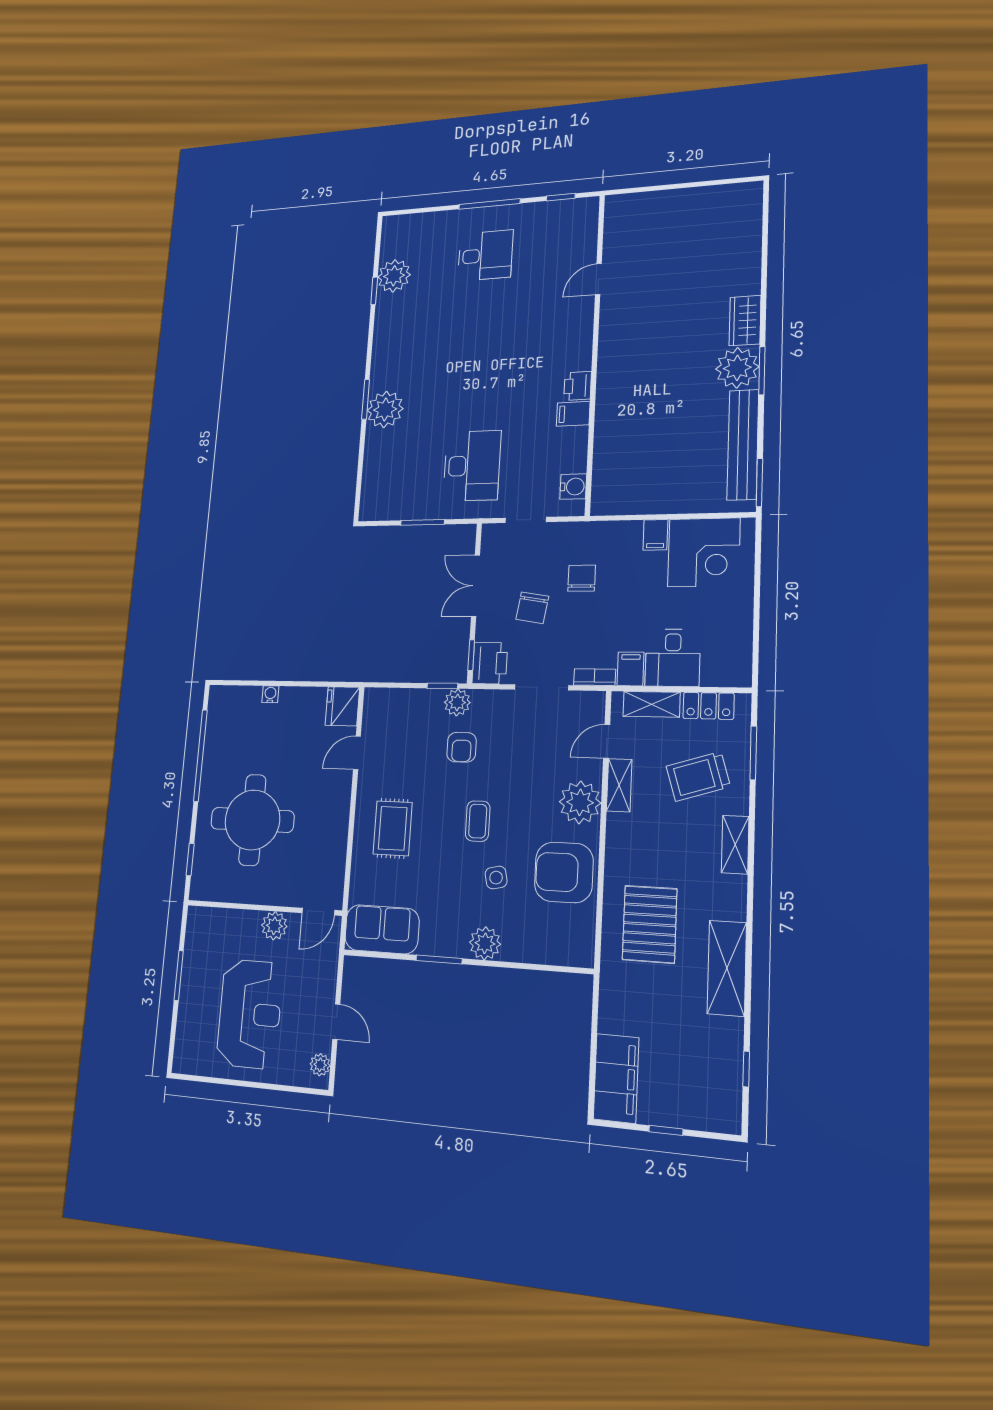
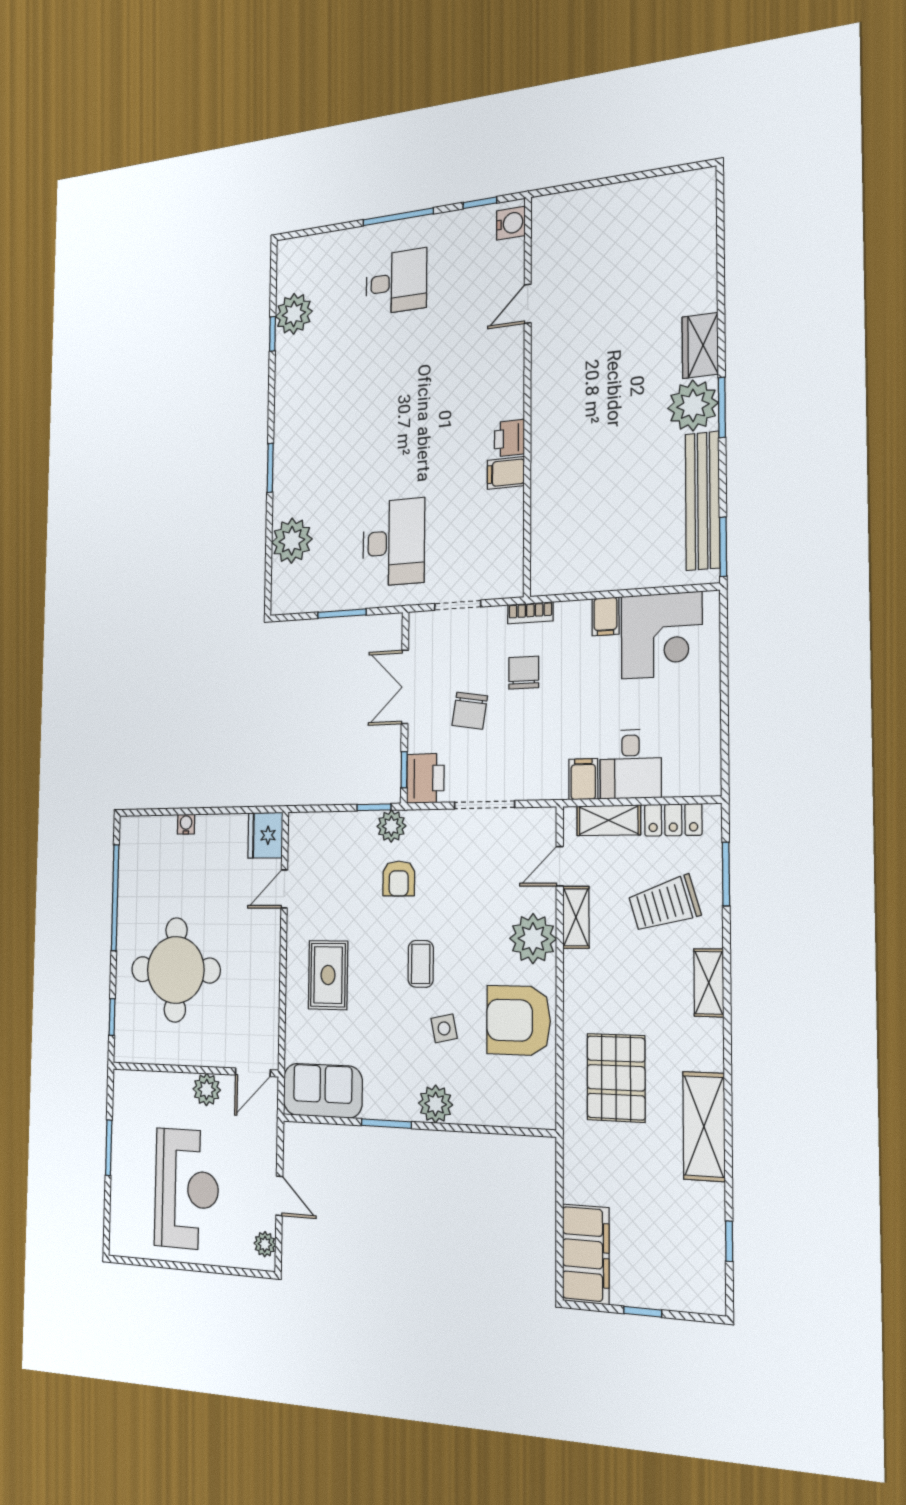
plant: (385, 409) -> (292, 541), moved
water cooler: (573, 487) -> (511, 223), moved
bookcase: (595, 677) -> (530, 613), moved, turned 180

